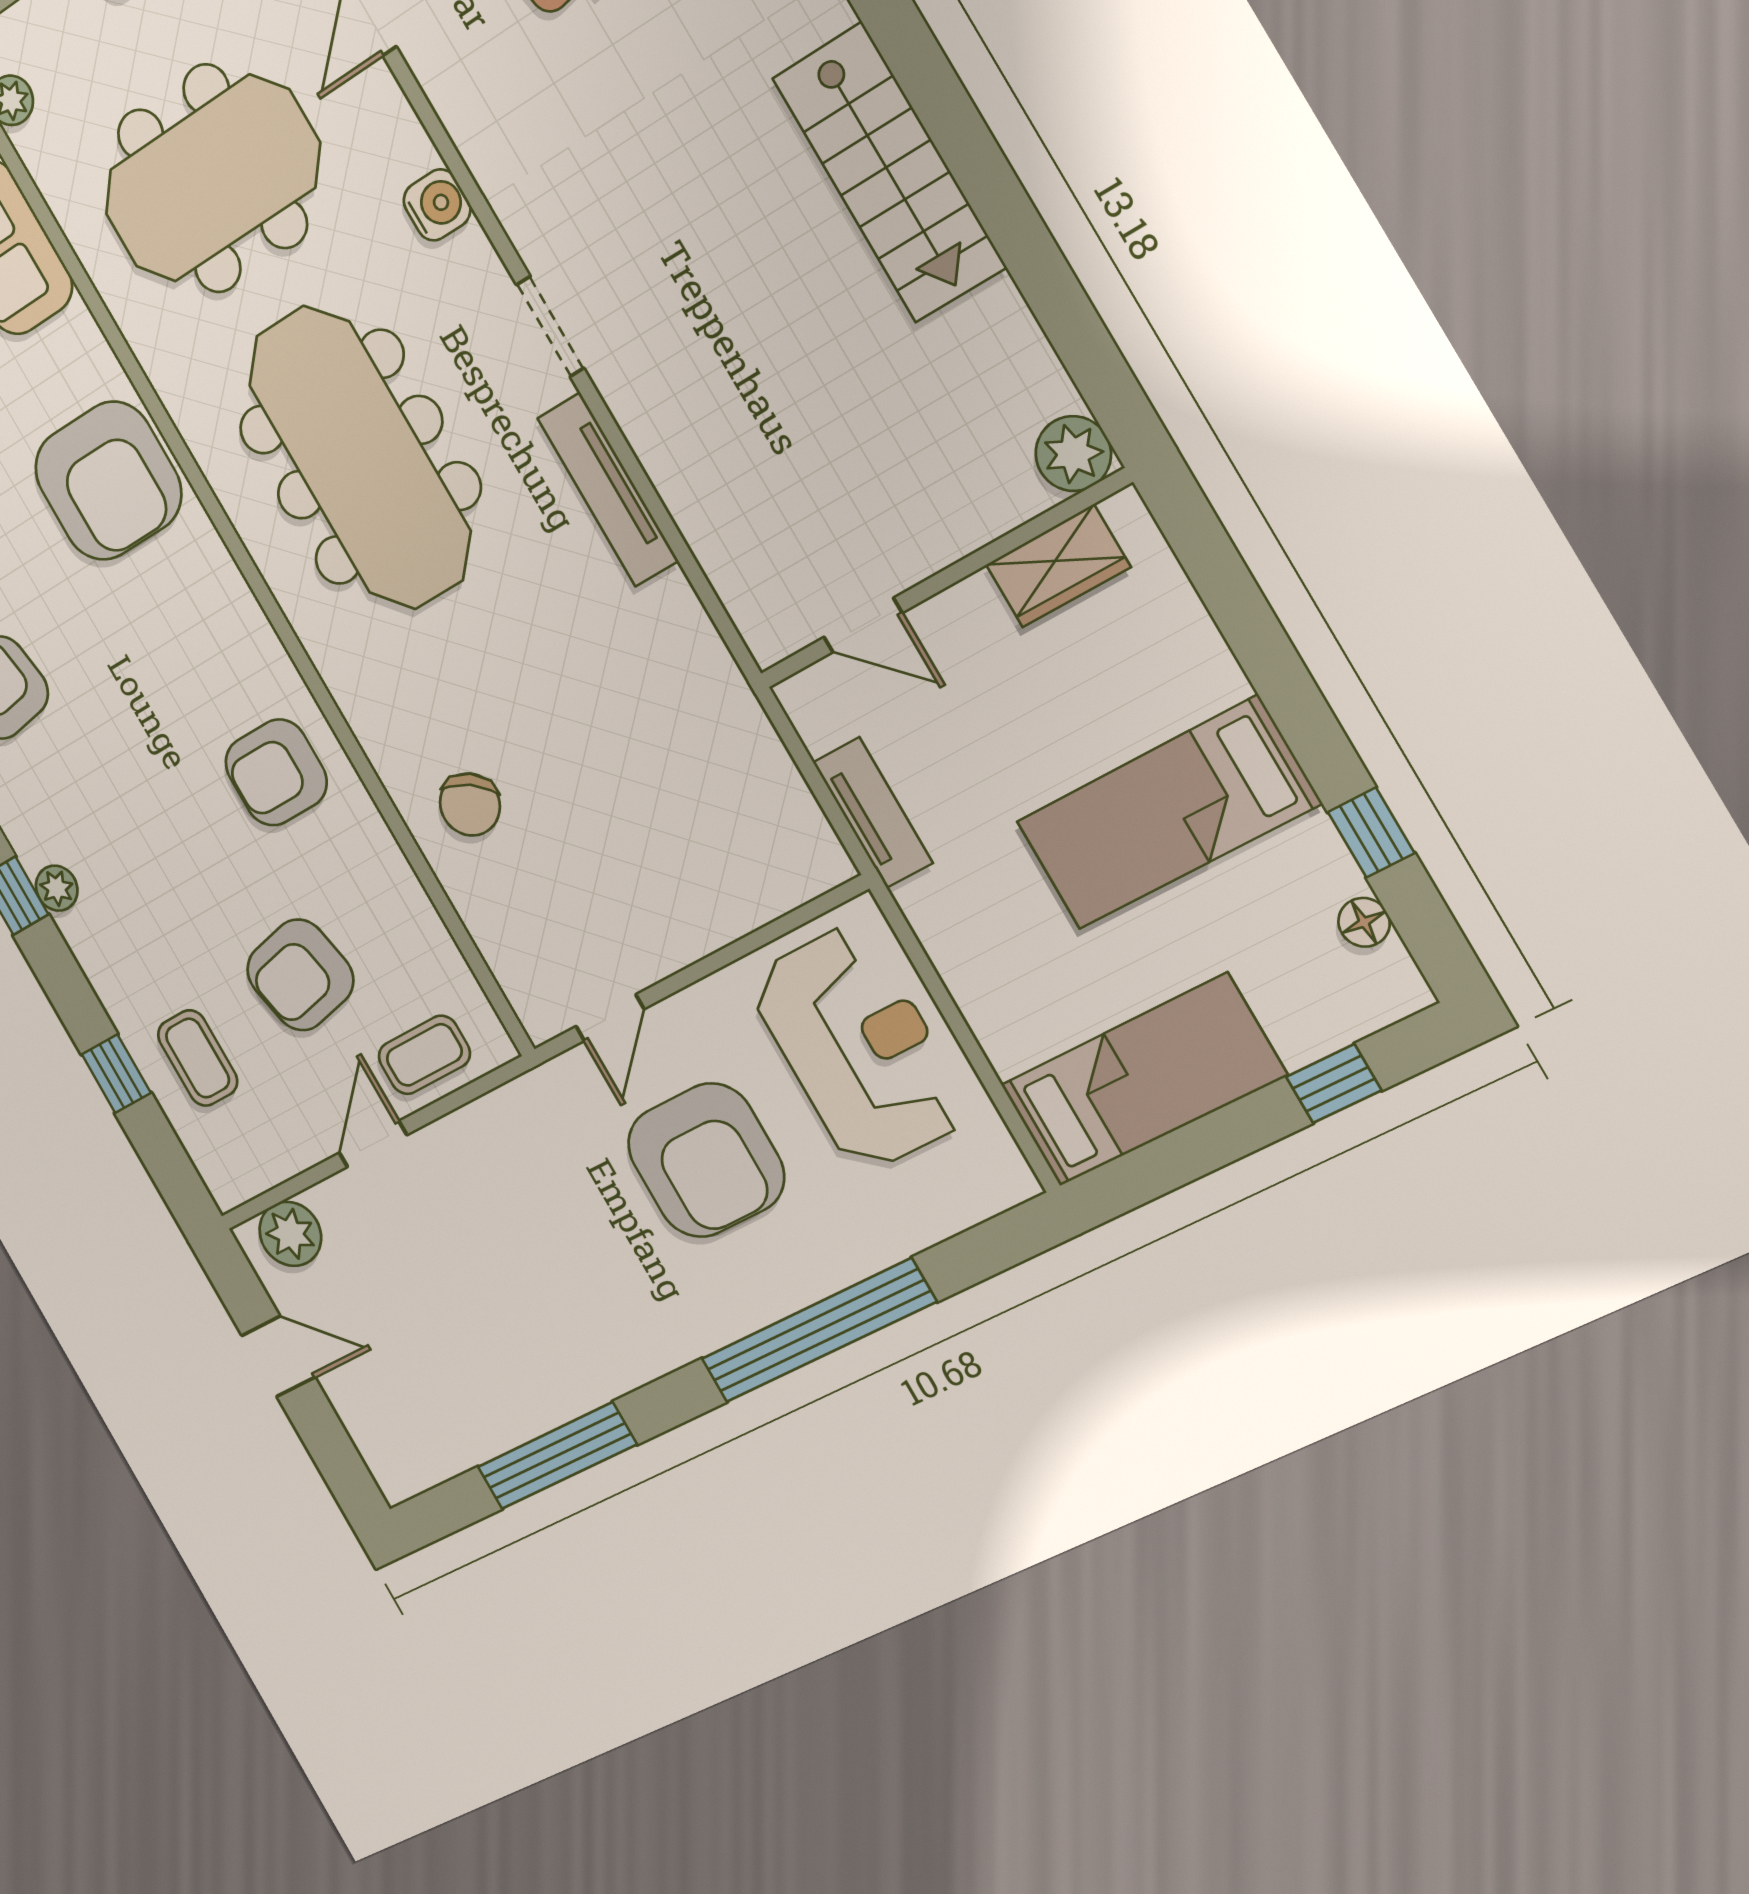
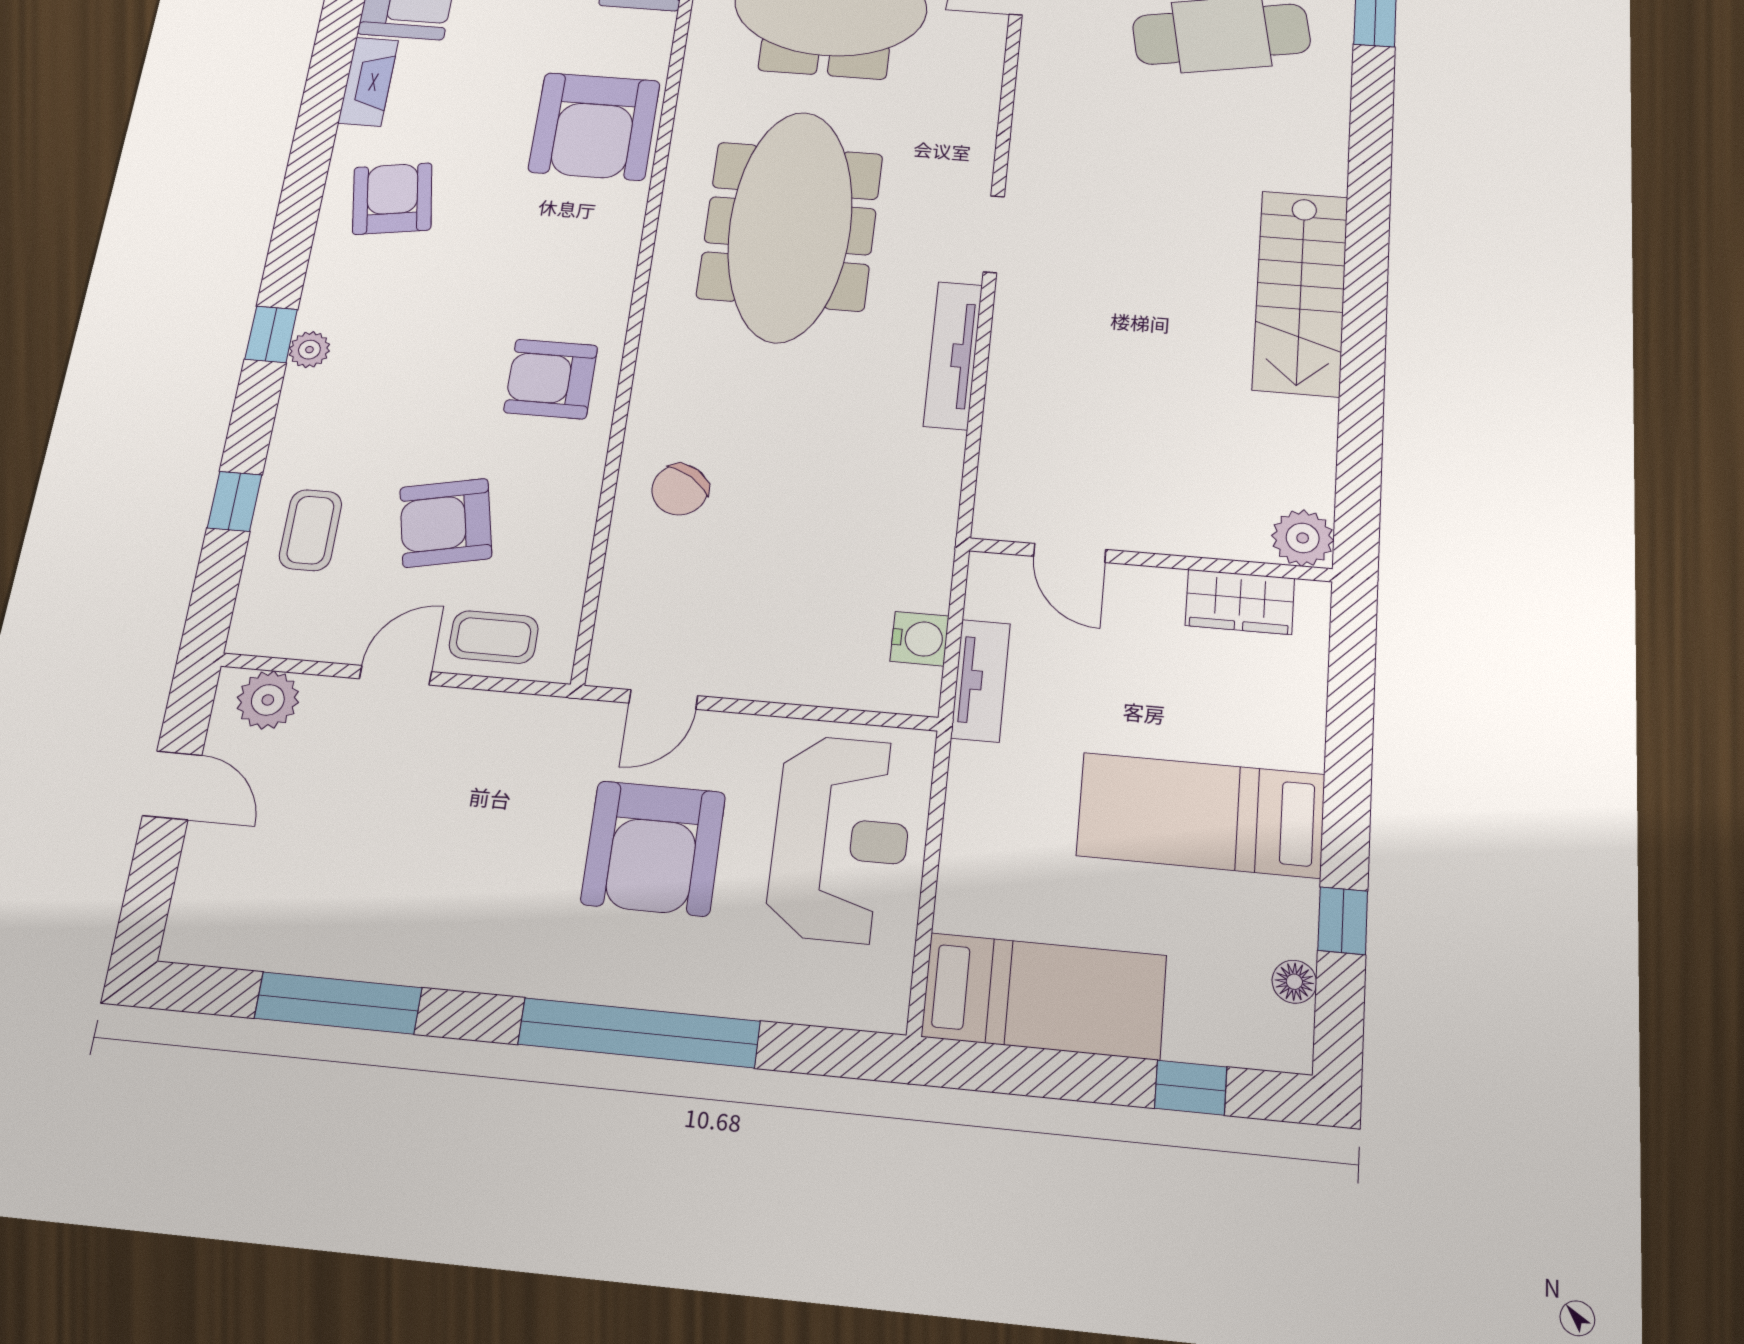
water cooler: (437, 205) -> (920, 639), moved

